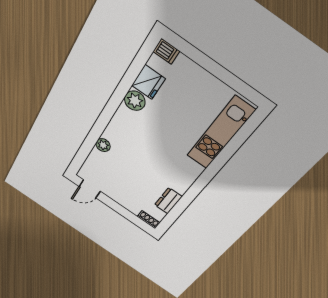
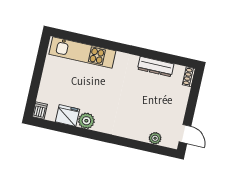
plant: (103, 145) -> (155, 138), moved
dresser: (168, 201) -> (156, 67), width x1.44

